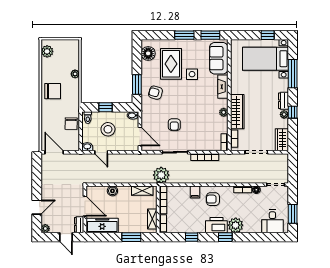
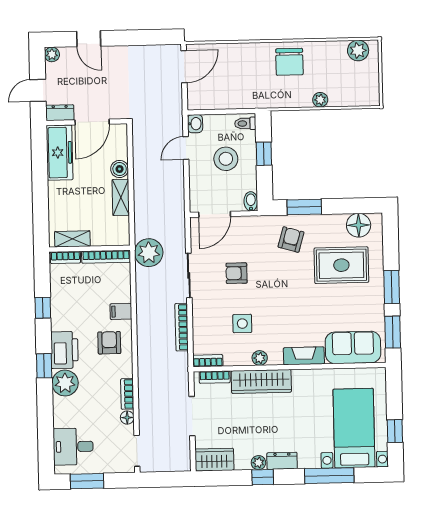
side table: (192, 74) -> (242, 324), moved
chair: (71, 124) -> (234, 95), removed
shelving: (142, 191) -> (121, 197), moved
window: (131, 237) -> (40, 203), removed

